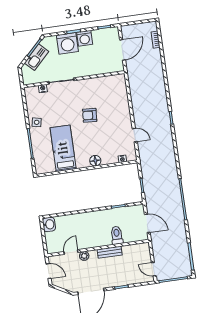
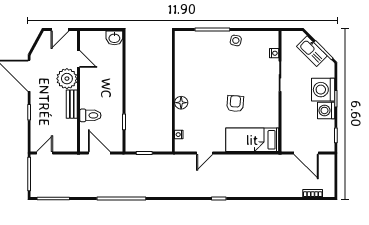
bed: (63, 148) -> (252, 140), moved, turned 180
door: (147, 223) -> (99, 153), swing flipped
plant: (84, 256) -> (67, 79), width x1.88, depth x1.88

